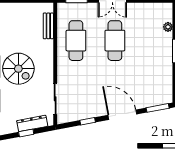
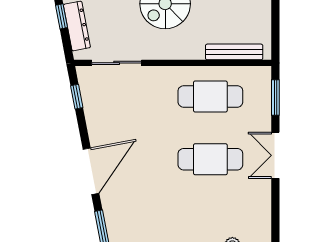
bench: (48, 26) -> (234, 52), width x1.36
window: (88, 121) -> (77, 97), moved

